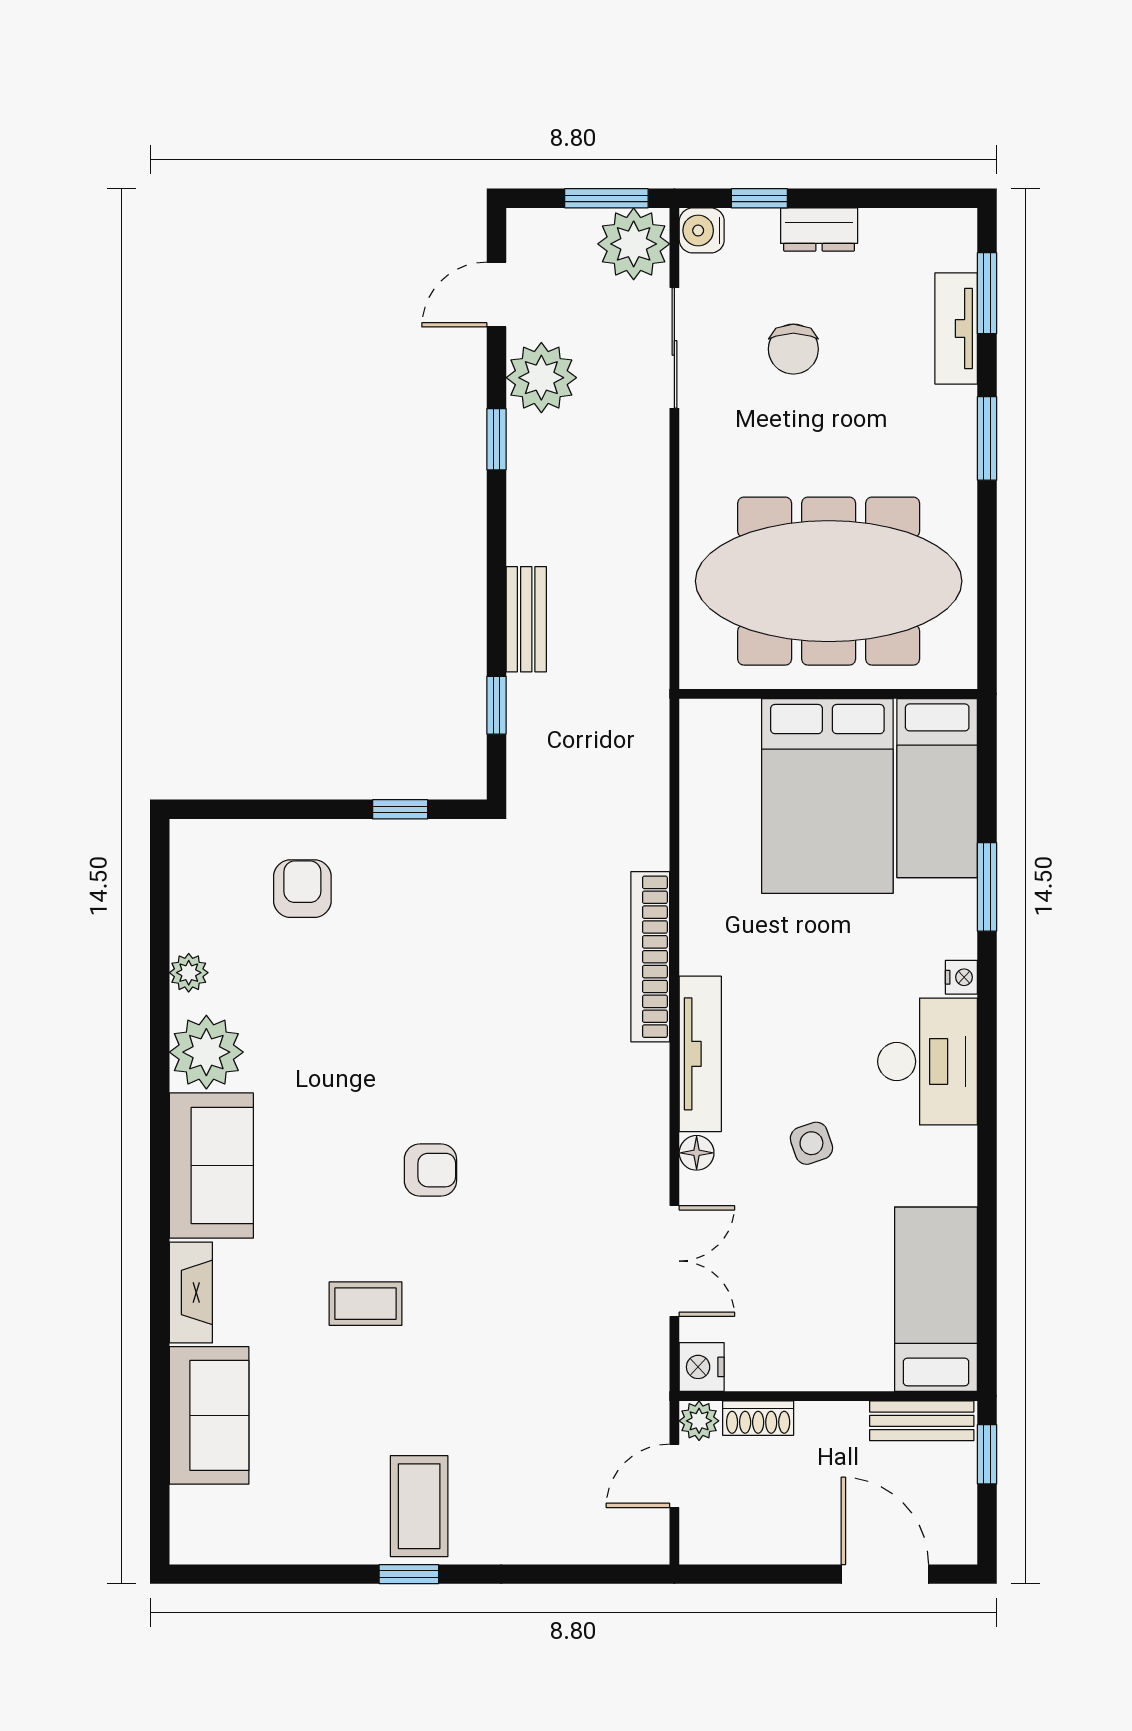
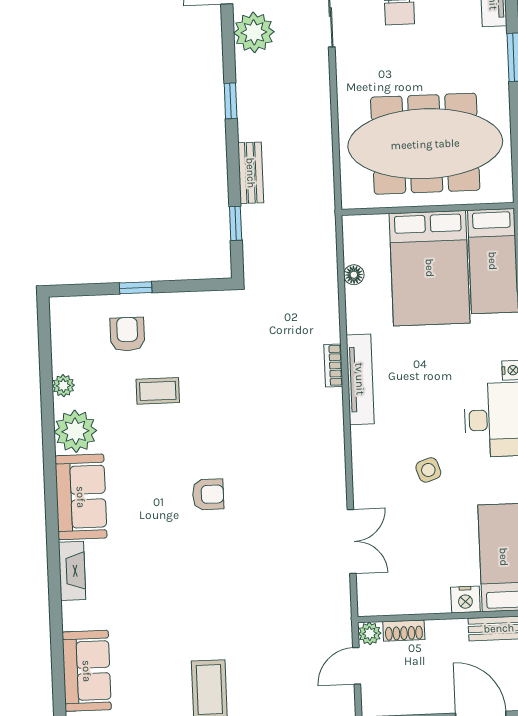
window: (496, 439) -> (231, 101), moved
window: (400, 809) -> (136, 288), moved
bookcase: (650, 957) -> (333, 365), width x0.43, depth x0.76
tv unit: (700, 1054) -> (360, 379), moved
floor lamp: (697, 1153) -> (354, 275), moved
coffee table: (366, 1304) -> (158, 391), moved
nightstand: (702, 1367) -> (465, 599), moved, turned -90
sofa: (209, 1415) -> (87, 671), moved

